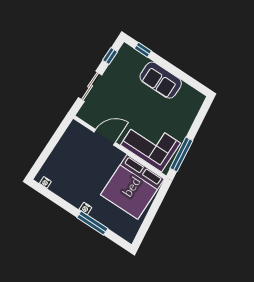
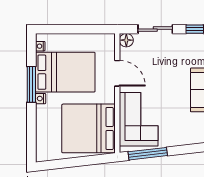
floor lamp: (84, 114) -> (126, 40), added
bed: (78, 176) -> (65, 72), added
window: (92, 223) -> (31, 84), moved

